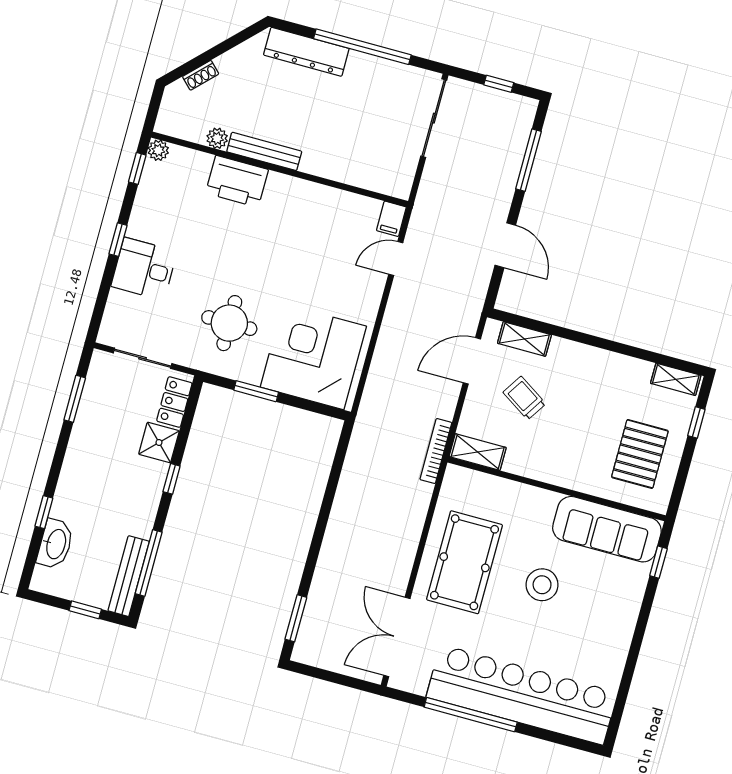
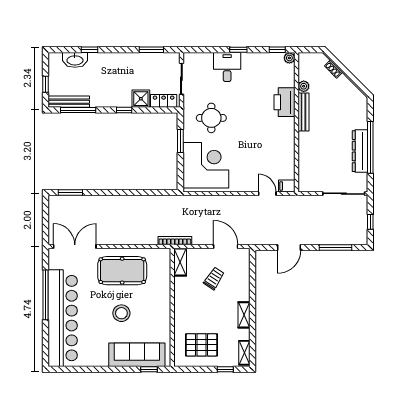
dresser: (306, 52) -> (360, 151), moved
shelving: (524, 339) -> (244, 315), moved
sofa: (607, 529) -> (137, 355), moved, turned 90

